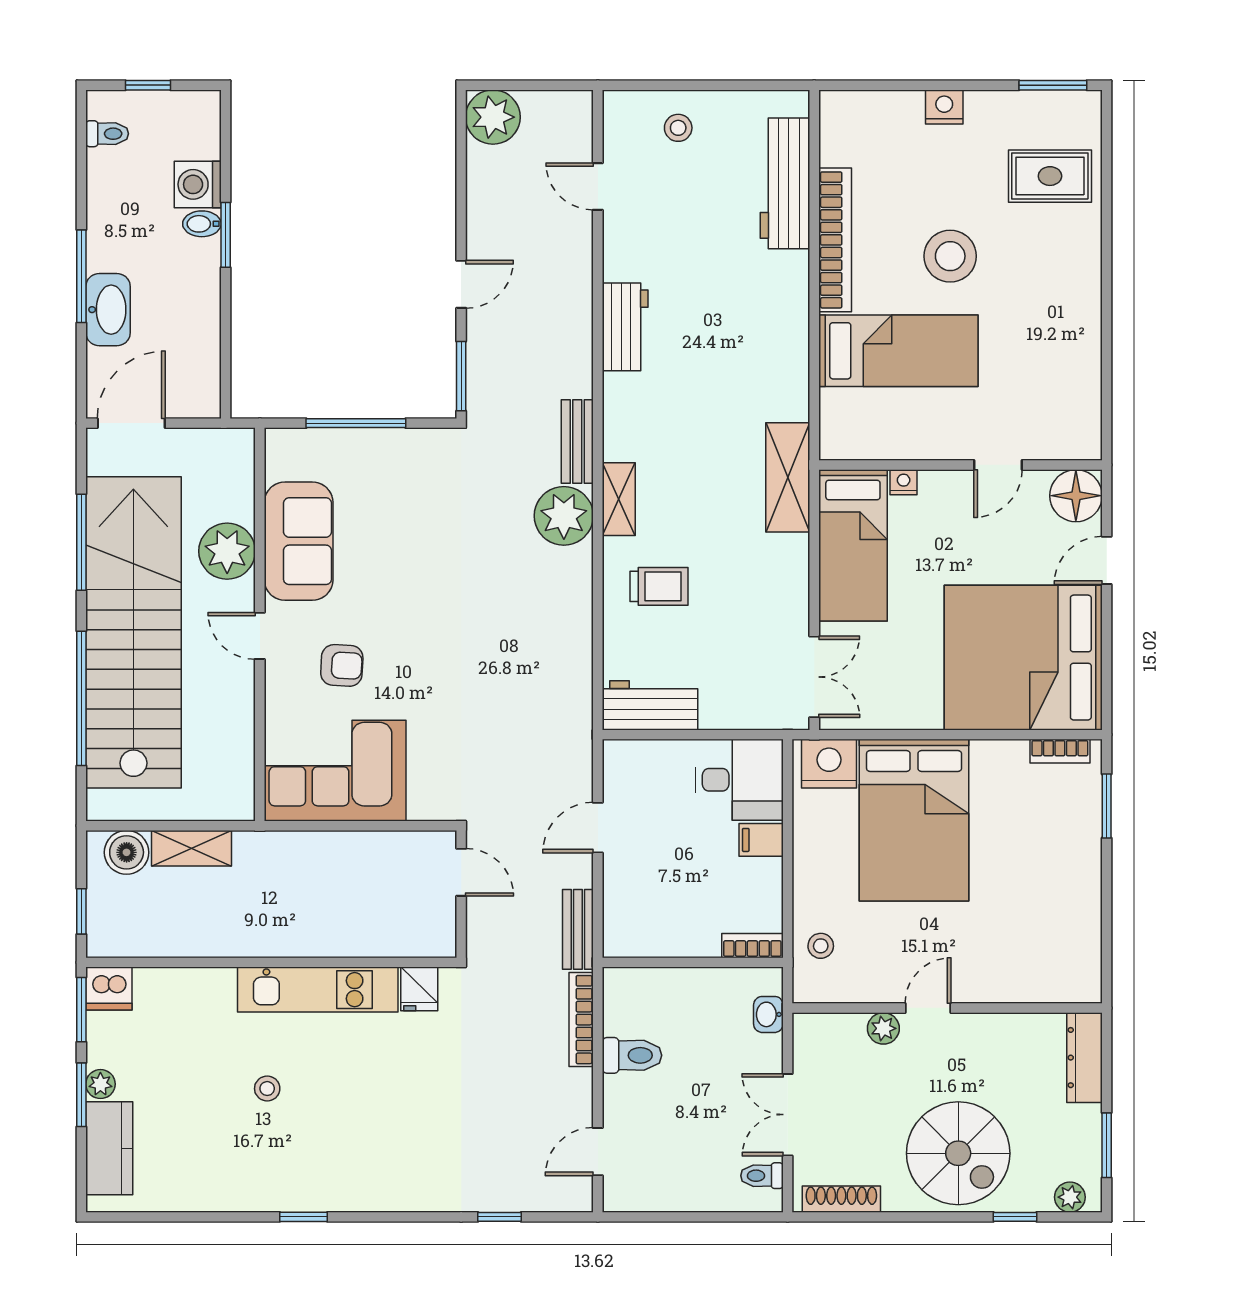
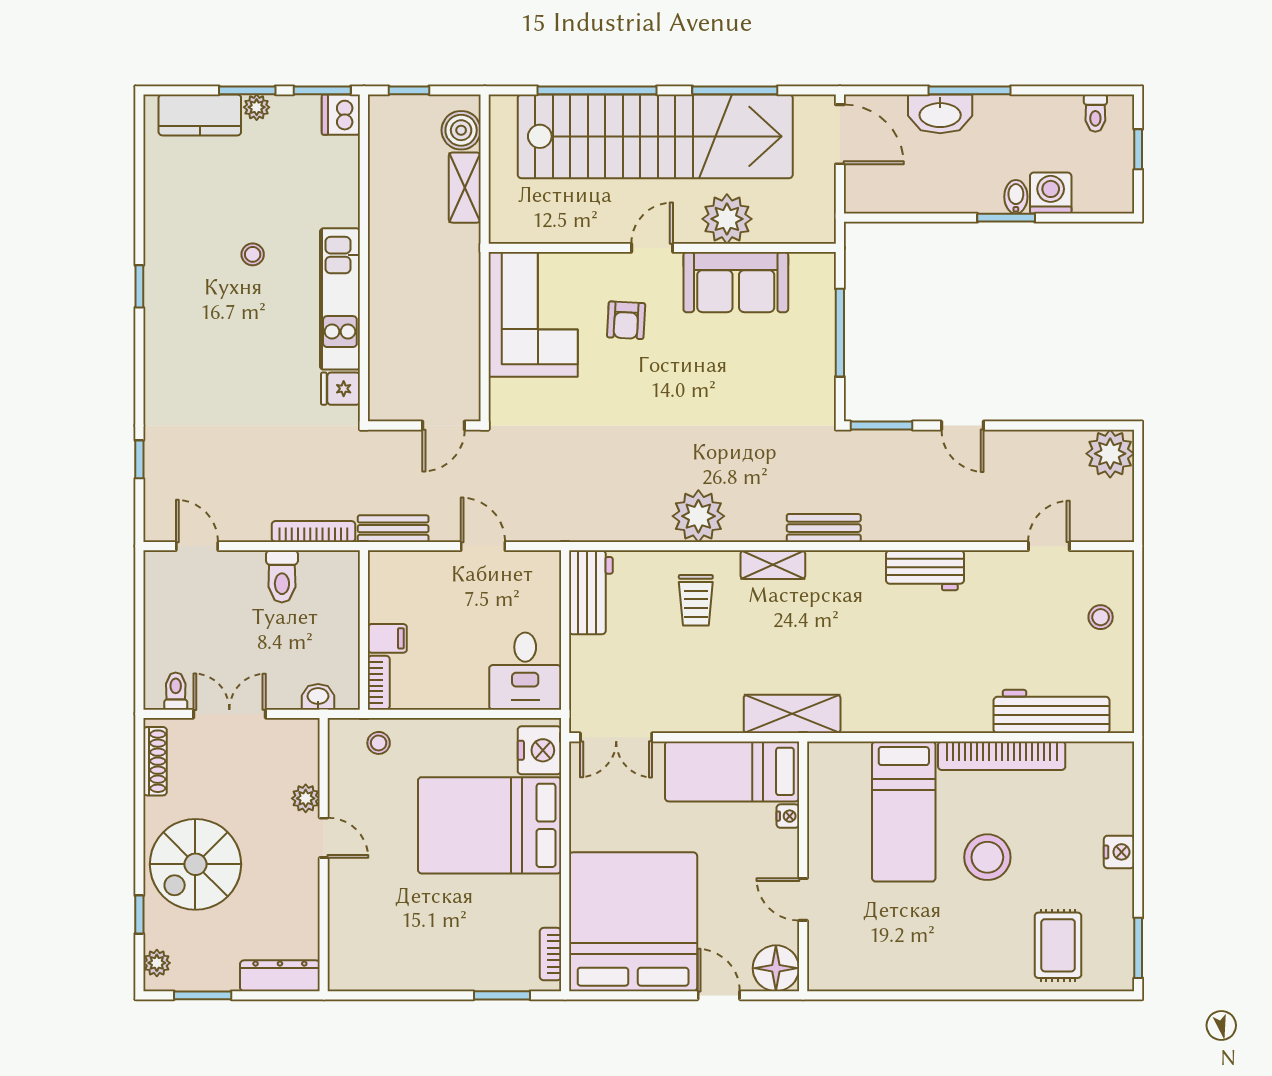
plant: (564, 516) -> (698, 516), moved
filing cabinet: (761, 840) -> (387, 638), moved, turned 90

